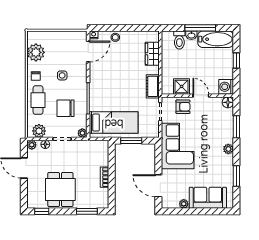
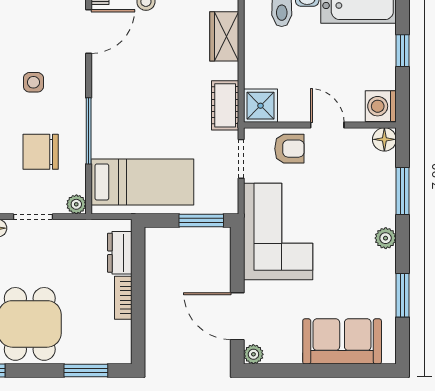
shower: (182, 86) -> (261, 106), moved
window: (131, 141) -> (201, 220), moved
dresser: (103, 156) -> (120, 253), added
plant: (184, 204) -> (253, 354), moved

